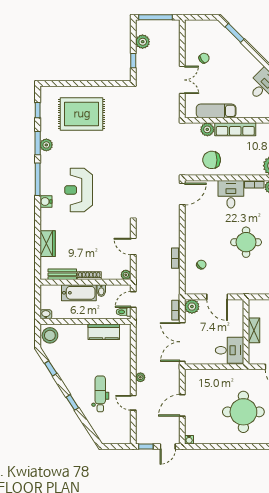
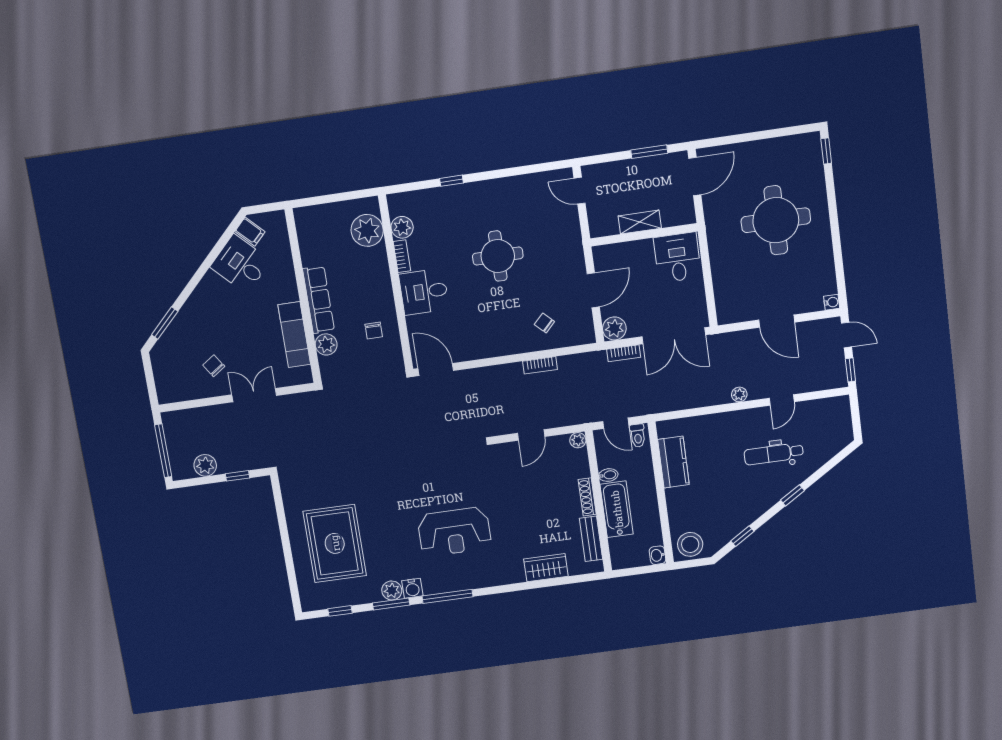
chair: (212, 160) -> (374, 331), width x0.54, depth x0.54
water cooler: (46, 202) -> (412, 588), moved

